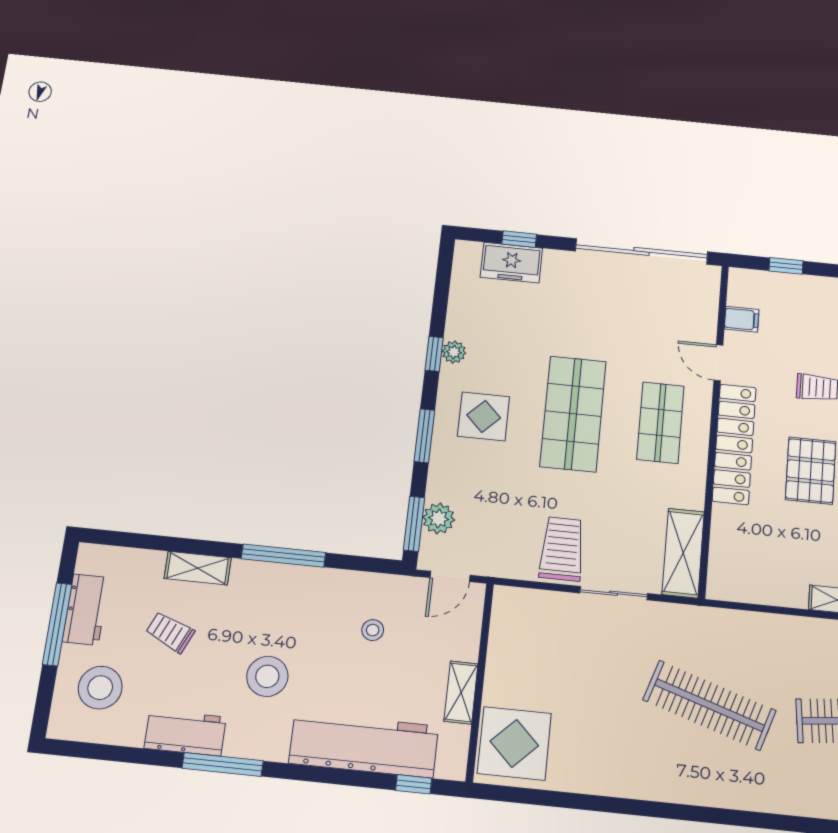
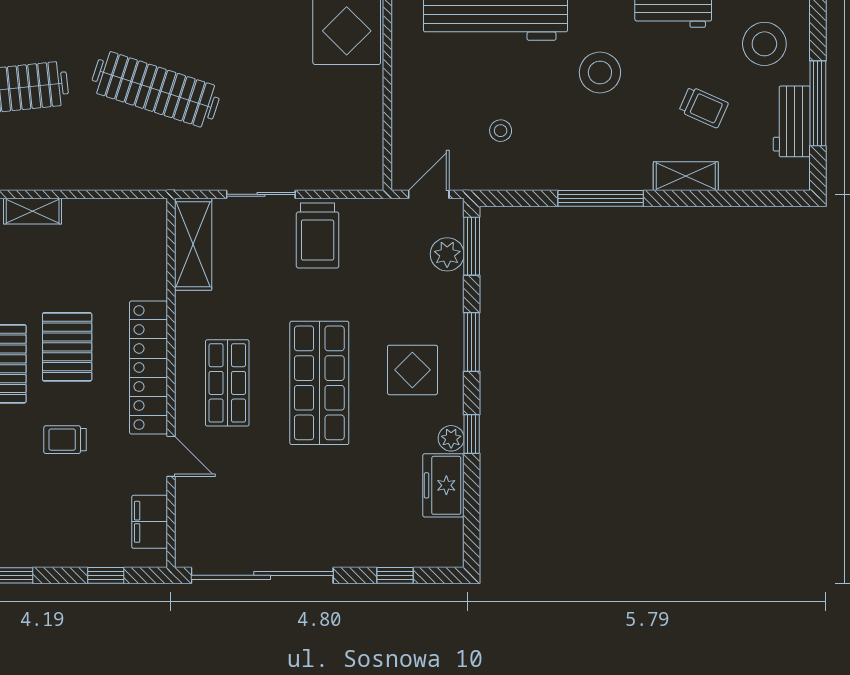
freezer: (511, 263) -> (443, 485), moved, turned -90
filing cabinet: (742, 319) -> (150, 522), width x2.00
shelving: (461, 692) -> (405, 76), removed

